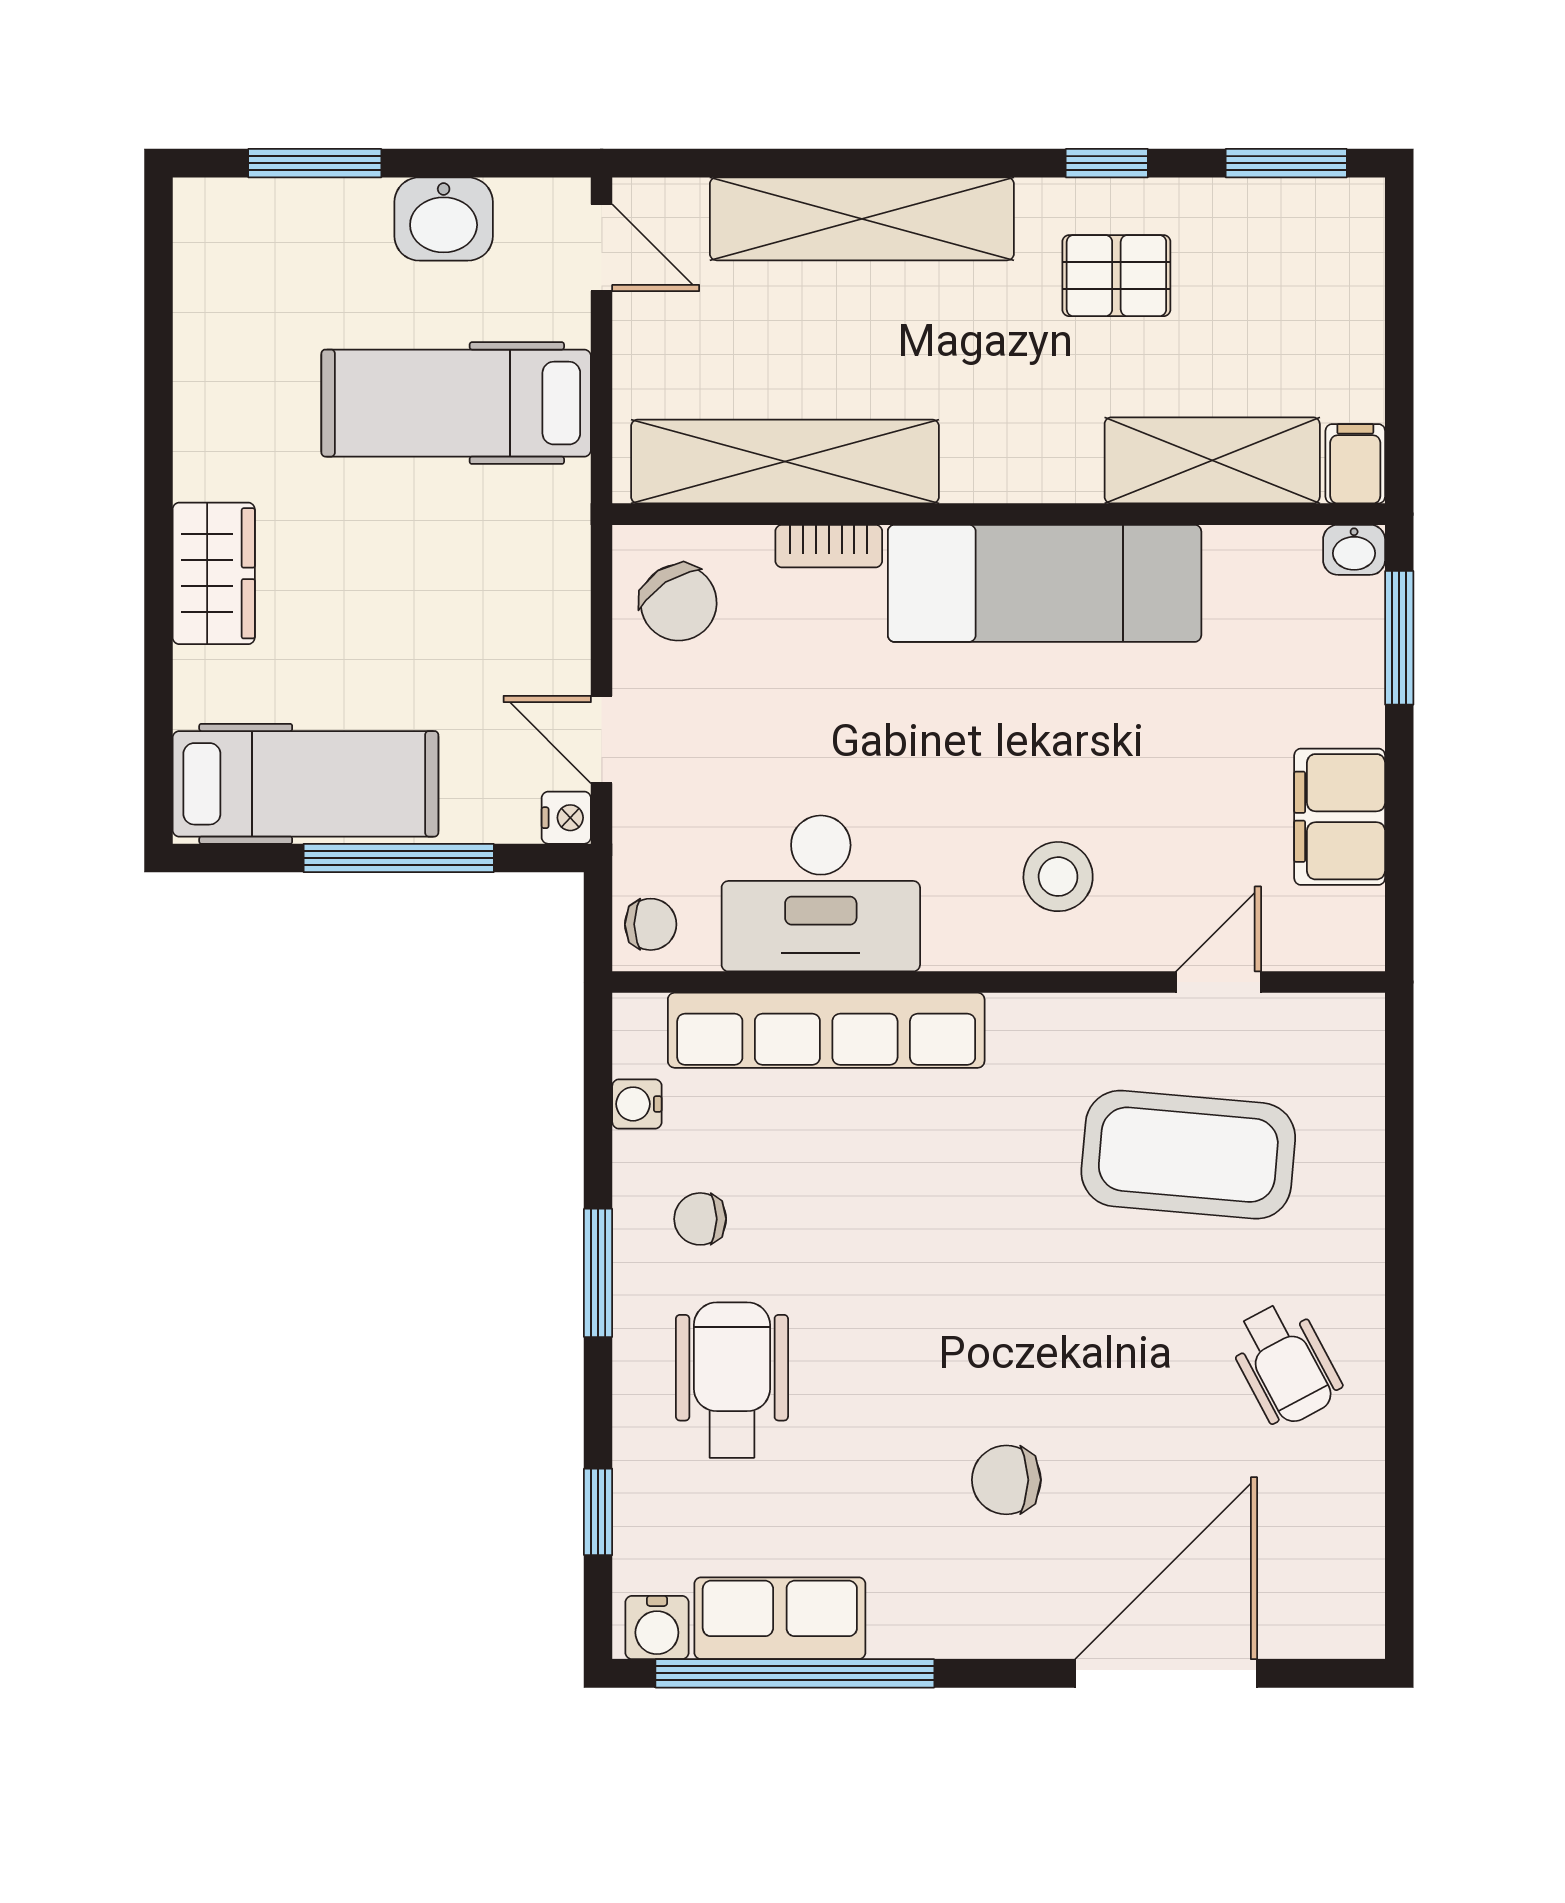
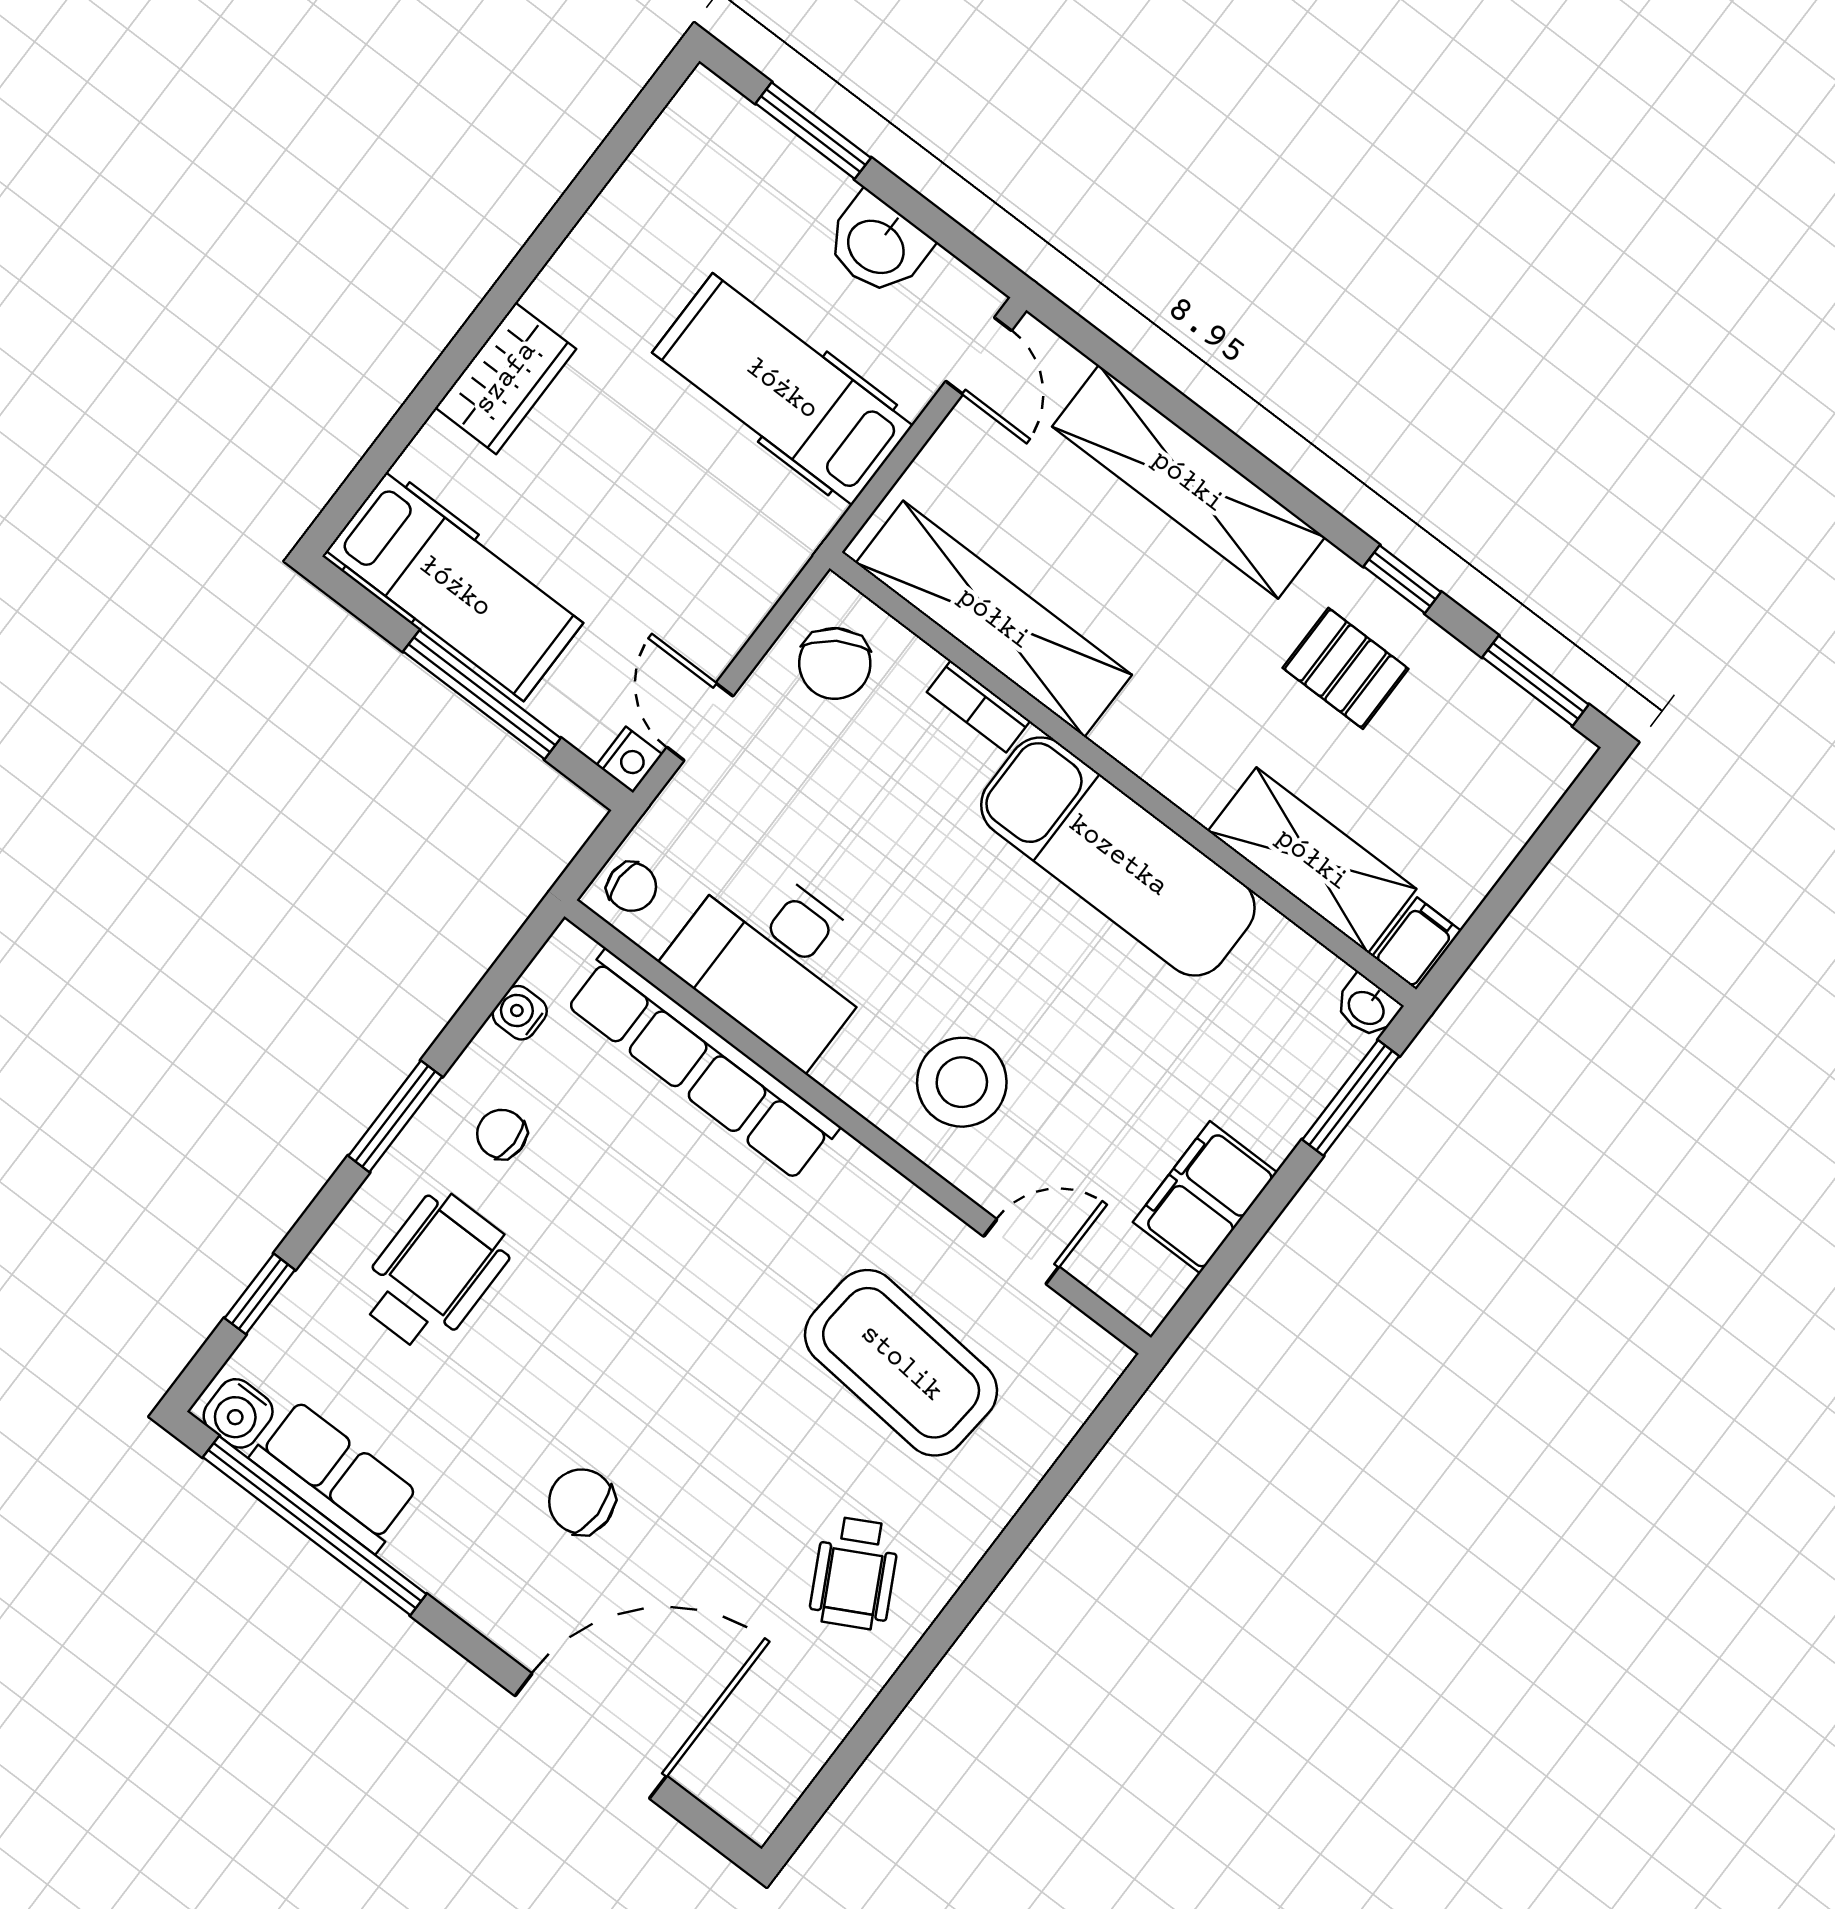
stool: (1058, 877) -> (962, 1082), width x1.38, depth x1.38

